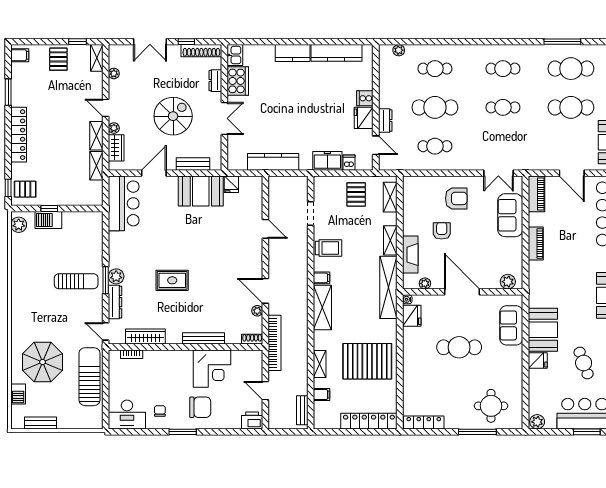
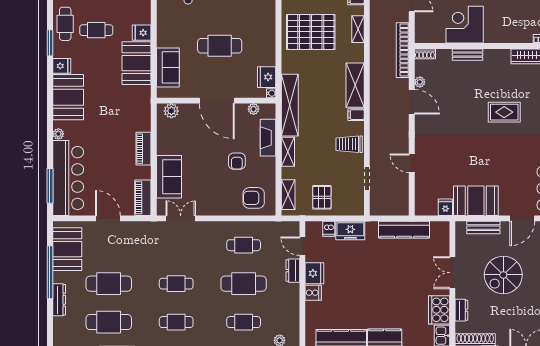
armchair: (456, 198) -> (254, 198), moved
bench: (204, 338) -> (468, 55), width x0.73
cafe table: (584, 363) -> (96, 30), turned -70

